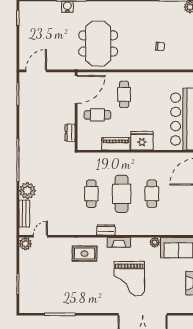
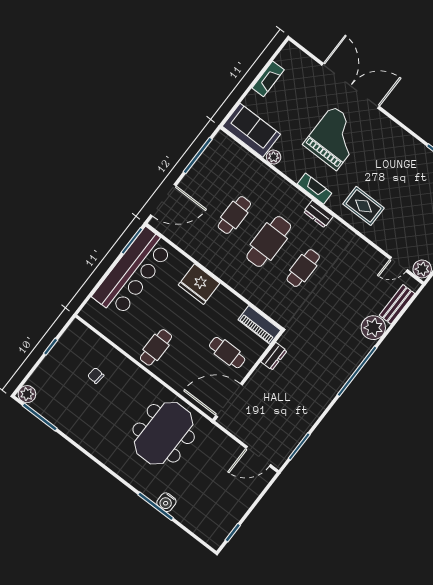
cafe table: (124, 94) -> (156, 347), moved
piano: (116, 144) -> (259, 325), moved

